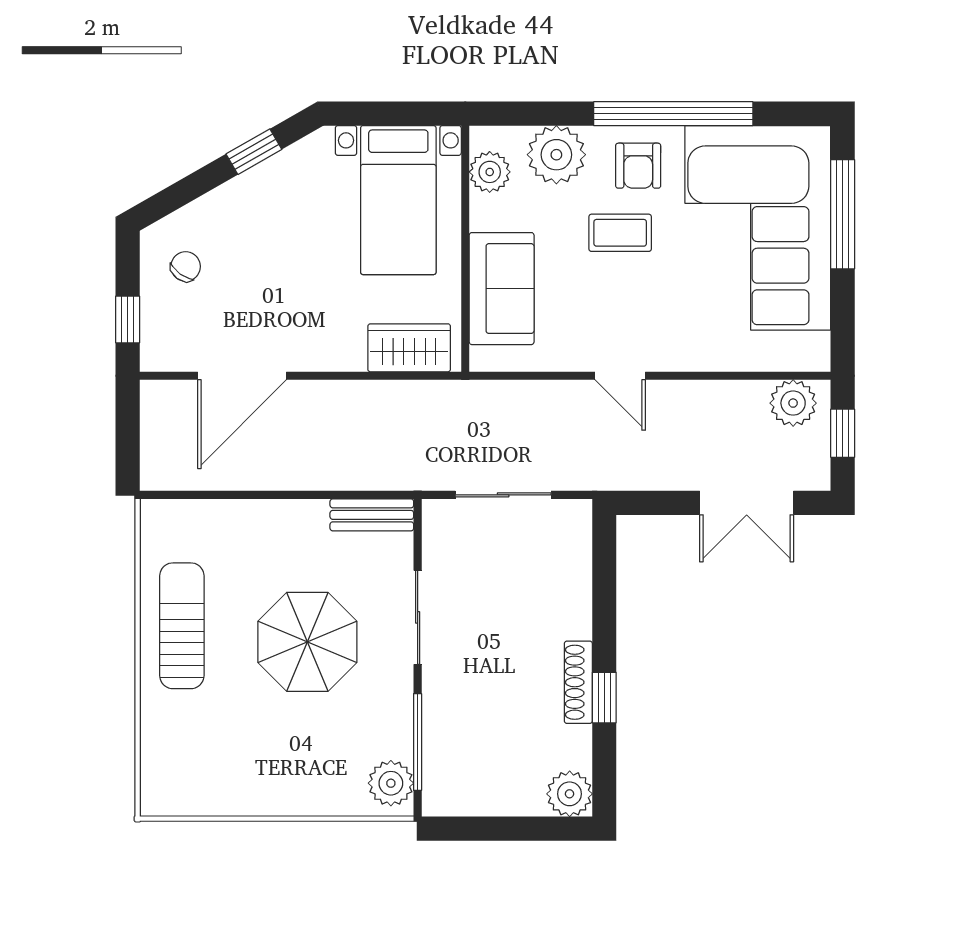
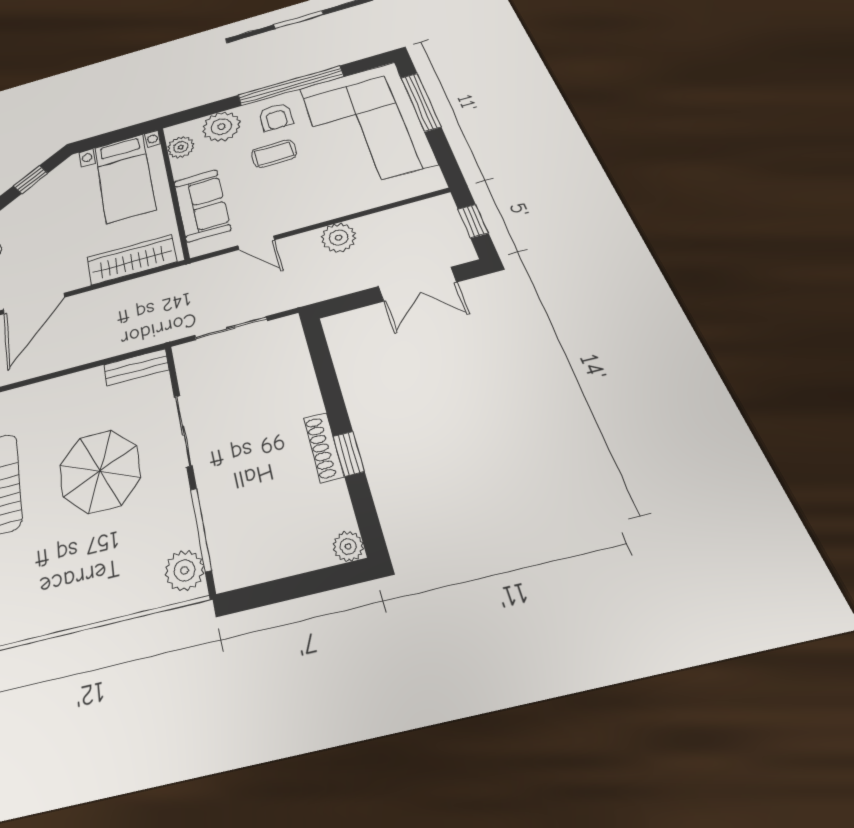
wardrobe: (409, 348) -> (132, 260), width x1.50
door: (620, 376) -> (256, 243), moved
plant: (793, 403) -> (339, 238), moved
plant: (570, 794) -> (348, 546), width x0.73, depth x0.73

